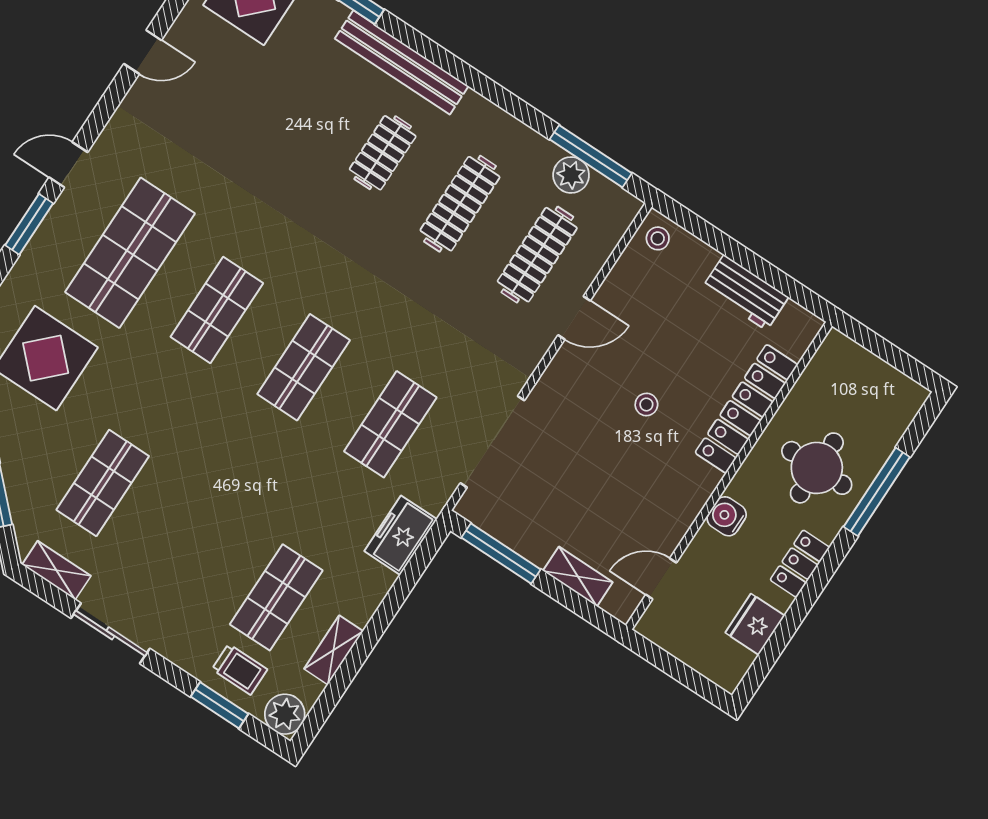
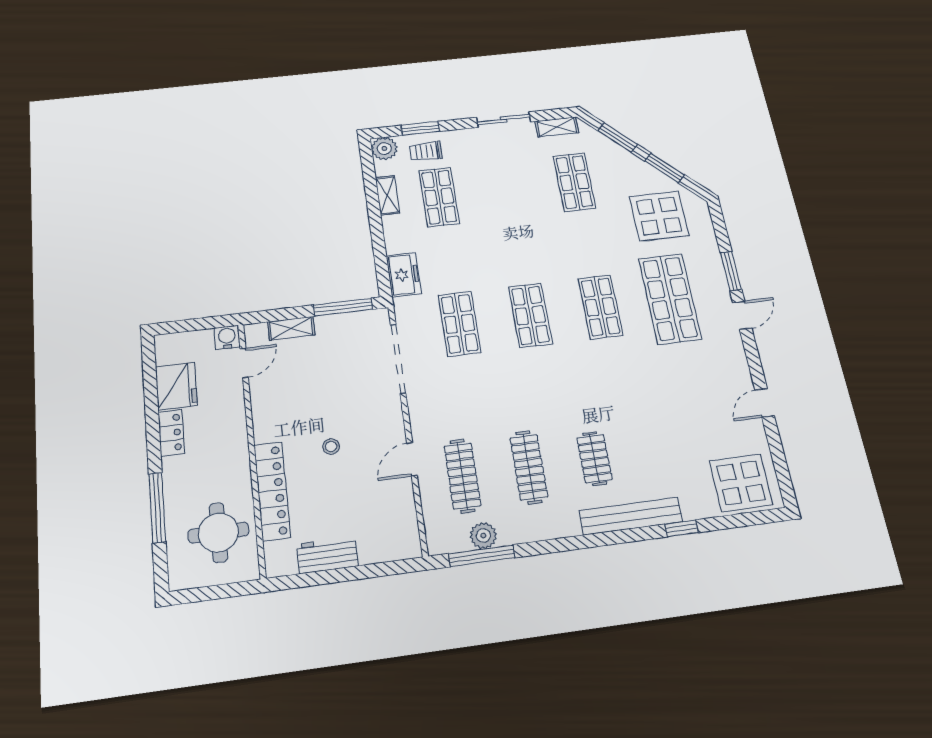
stool: (658, 238) -> (404, 542), removed
round table: (817, 468) -> (218, 533), moved
water cooler: (727, 516) -> (227, 337), moved, turned -90
fridge: (755, 624) -> (176, 386), width x1.36, depth x1.34

